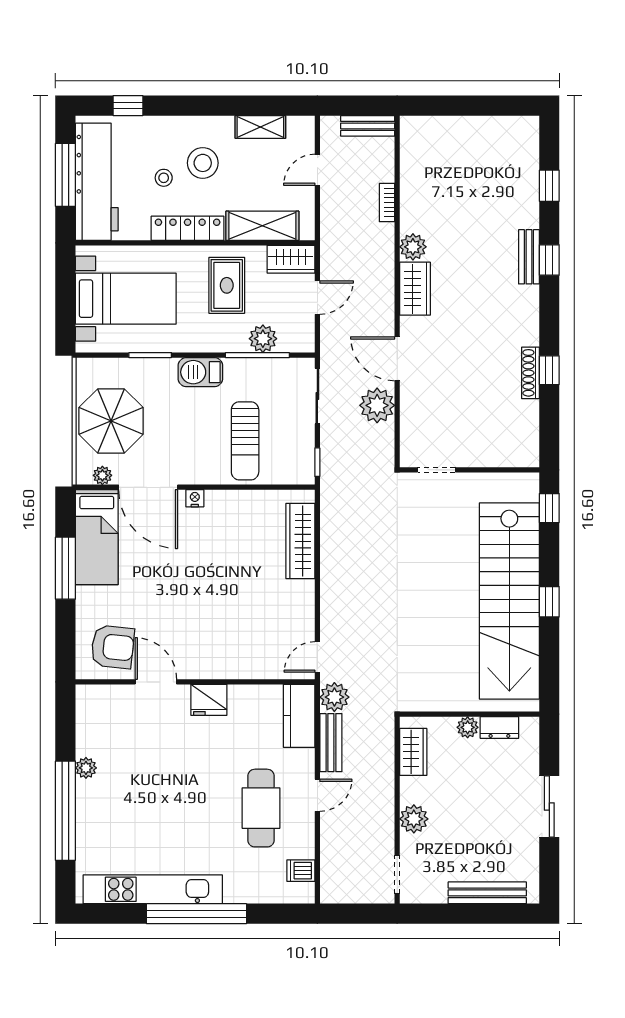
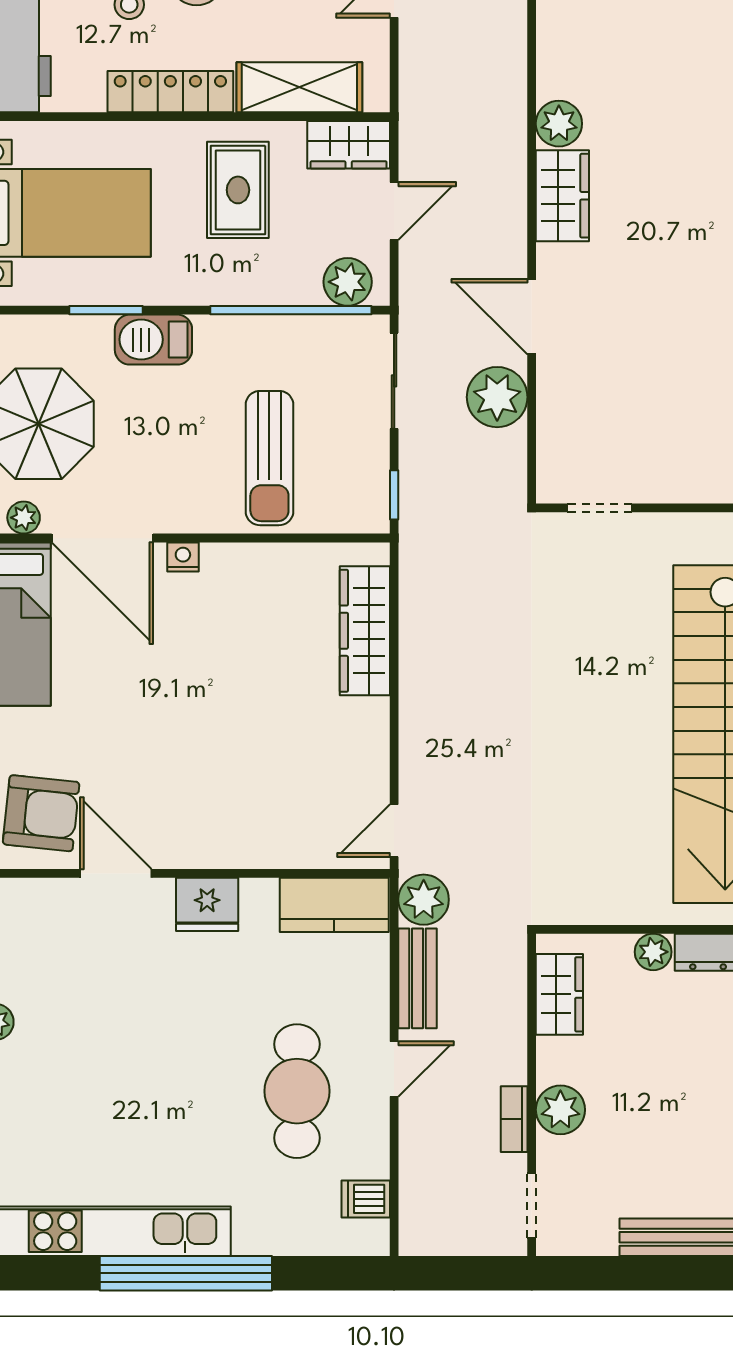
bookcase: (387, 202) -> (514, 1119), moved
plant: (263, 339) -> (348, 282), moved
window: (257, 355) -> (291, 310), width x1.46
barbecue: (200, 372) -> (153, 340), moved
kitchen counter: (299, 716) -> (334, 905), moved, turned -90

